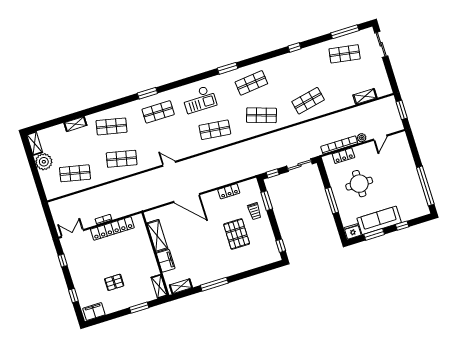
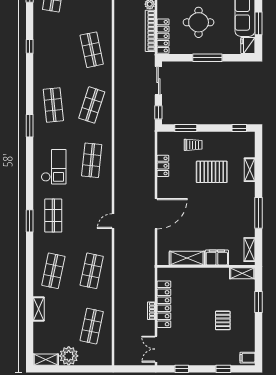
locker: (343, 156) -> (163, 36), width x1.53
shelving: (248, 265) -> (250, 170), added
filing cabinet: (94, 312) -> (247, 358), width x0.50

